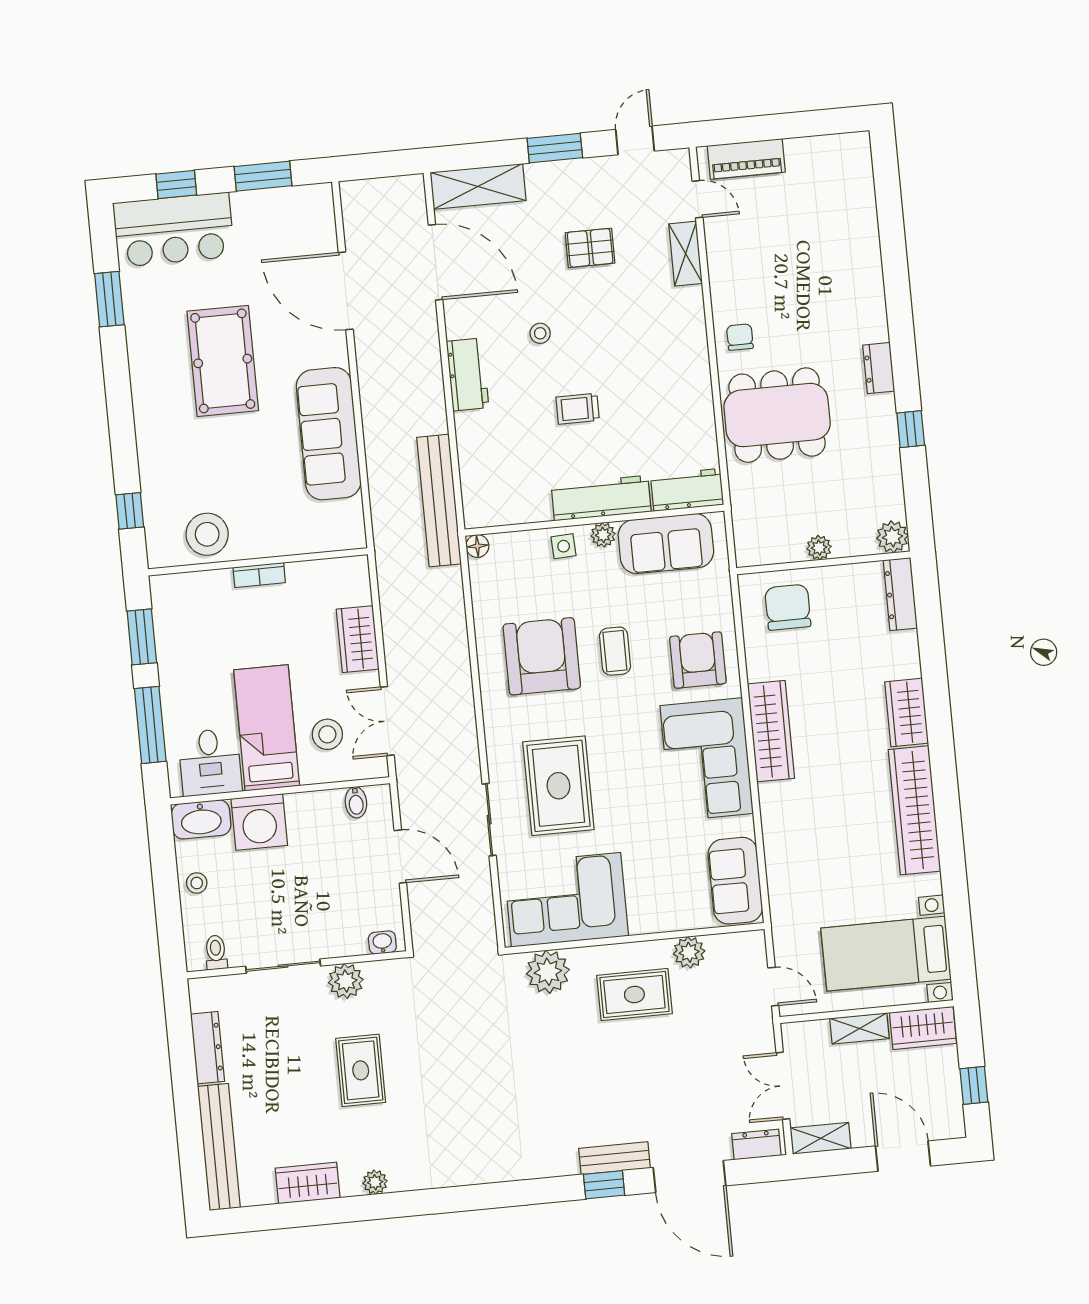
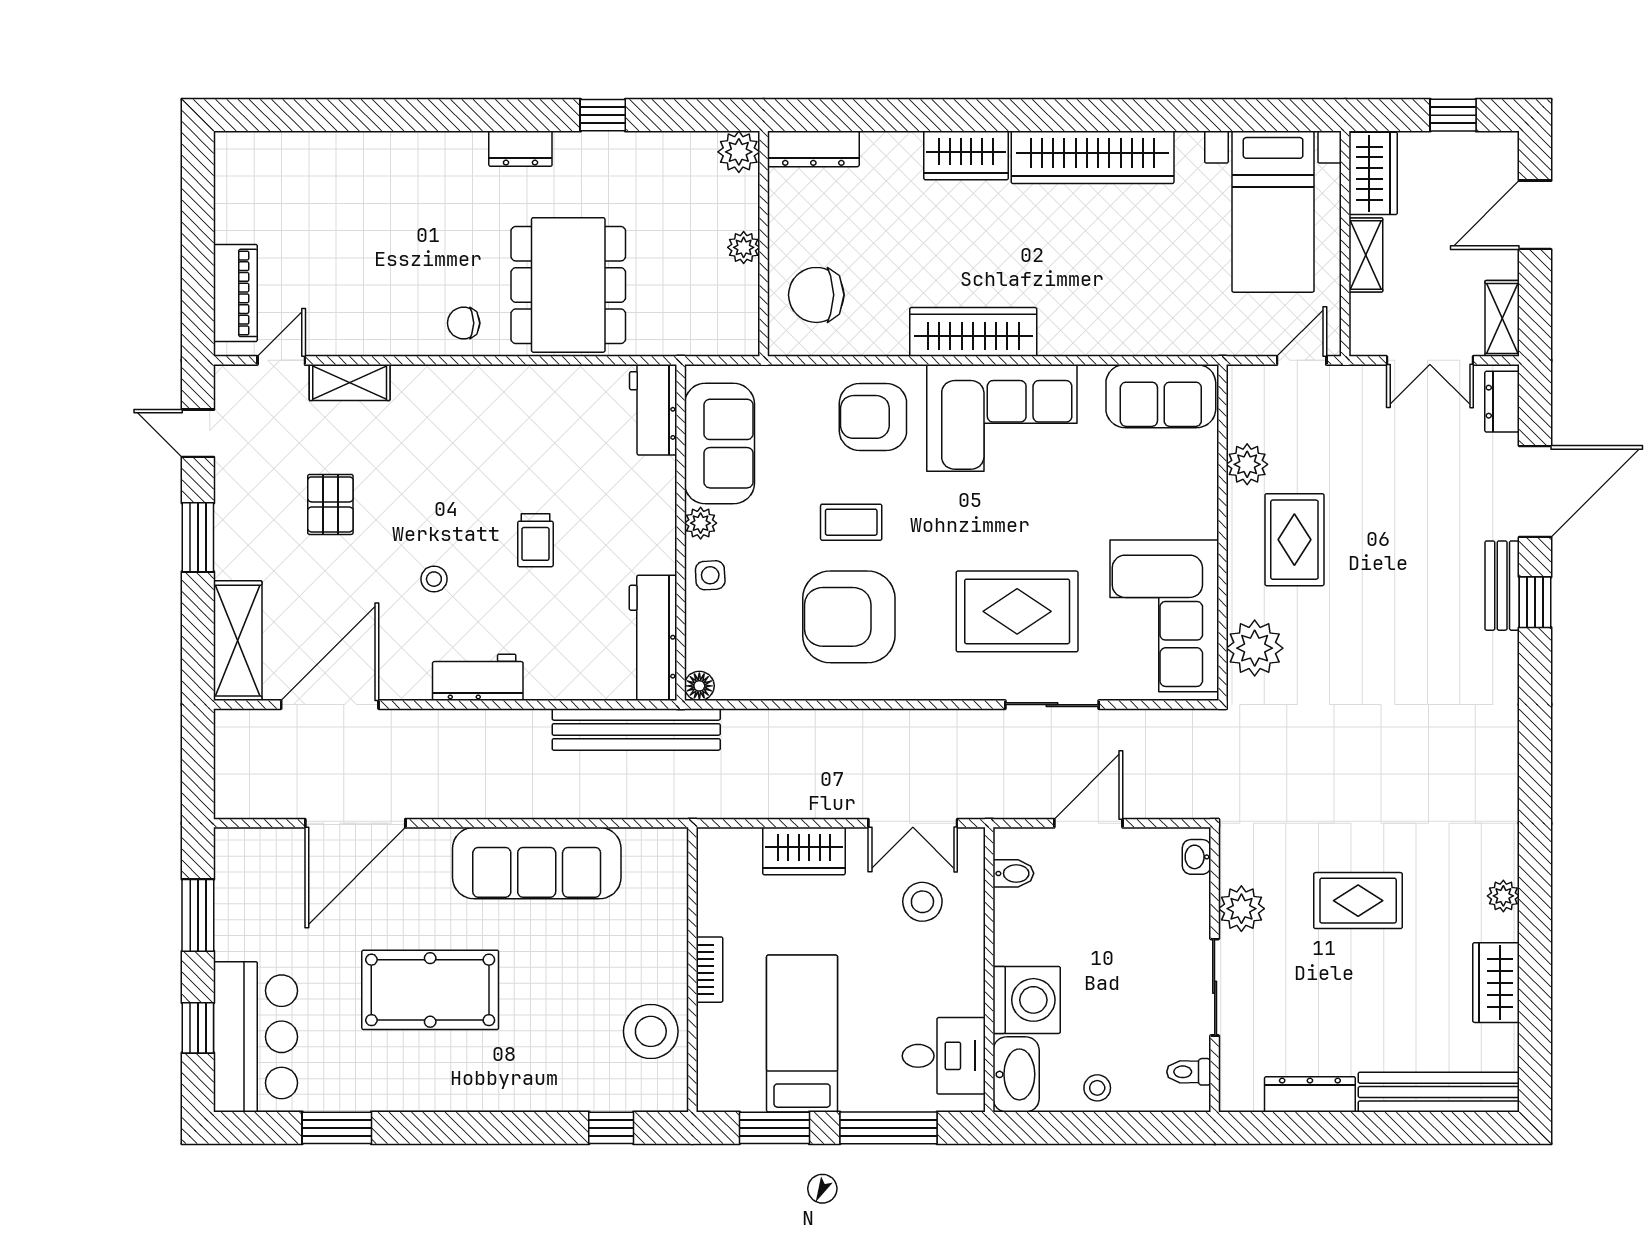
workbench: (601, 498) -> (653, 638), moved
bed: (267, 728) -> (802, 1034), moved, turned 90

